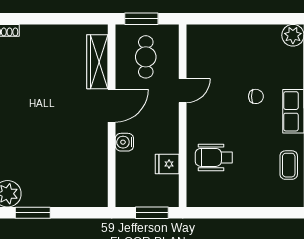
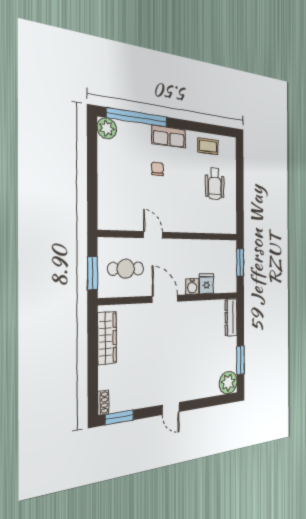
wardrobe: (97, 62) -> (107, 338), moved, turned -90
wheelchair: (214, 157) -> (215, 184), moved
fridge: (167, 164) -> (206, 284), moved, turned 180
dresser: (86, 198) -> (231, 317), added

